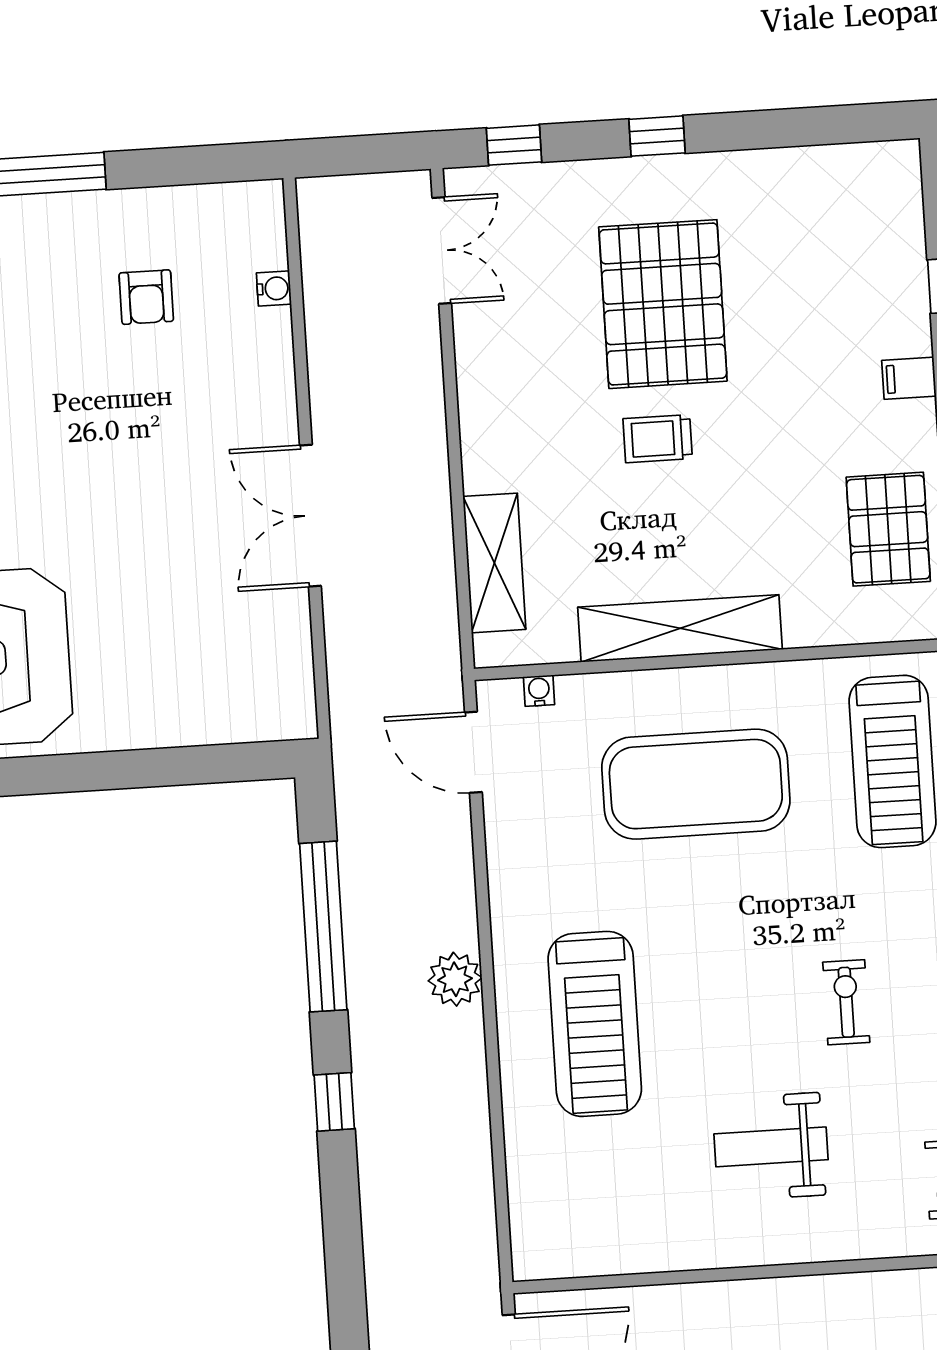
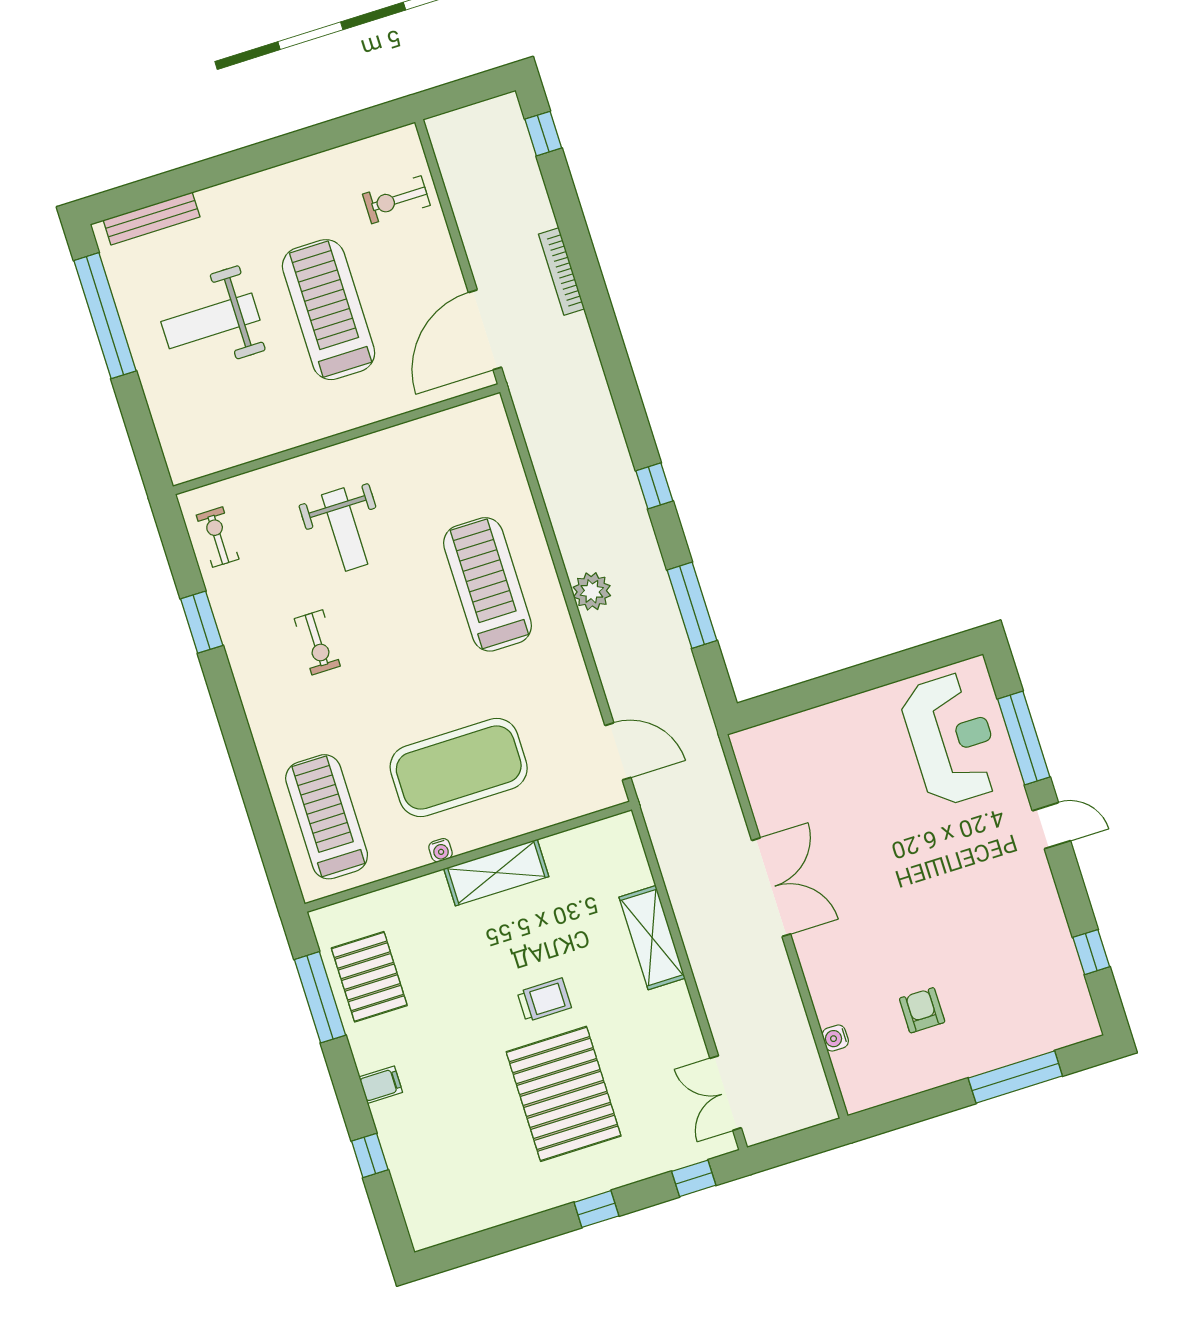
shelving: (494, 563) -> (652, 938), moved
shelving: (680, 628) -> (496, 873), width x0.68
water cooler: (539, 691) -> (441, 850), moved
window: (323, 927) -> (692, 605), width x0.68
weight bench: (771, 1147) -> (345, 530), turned 90

